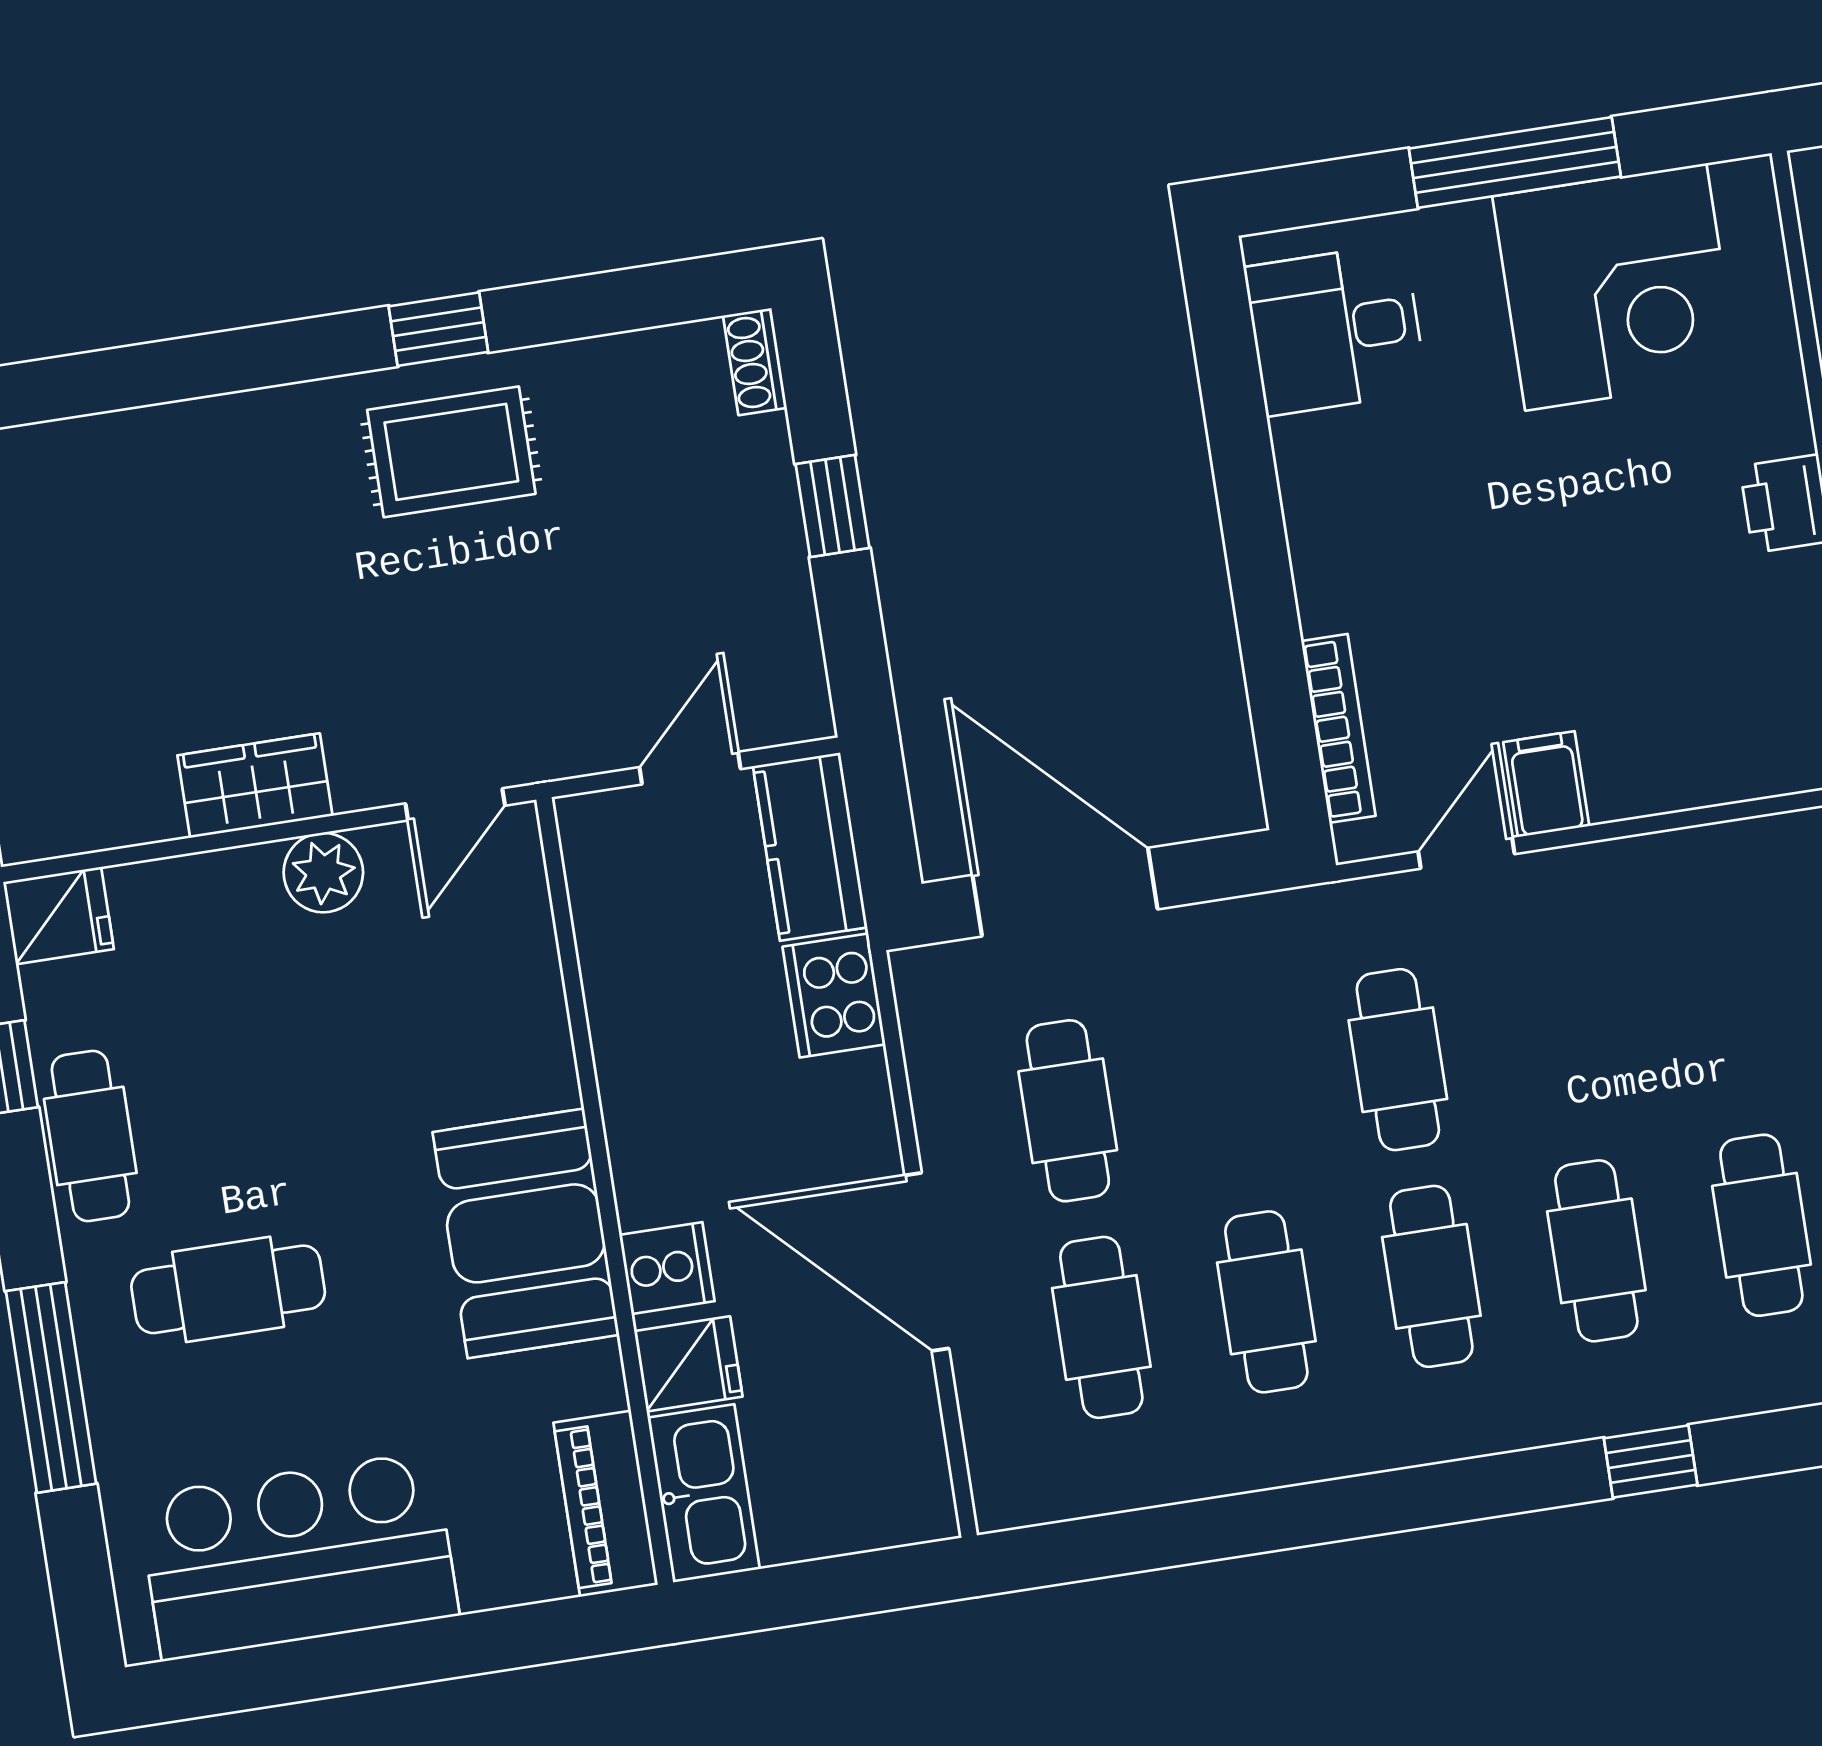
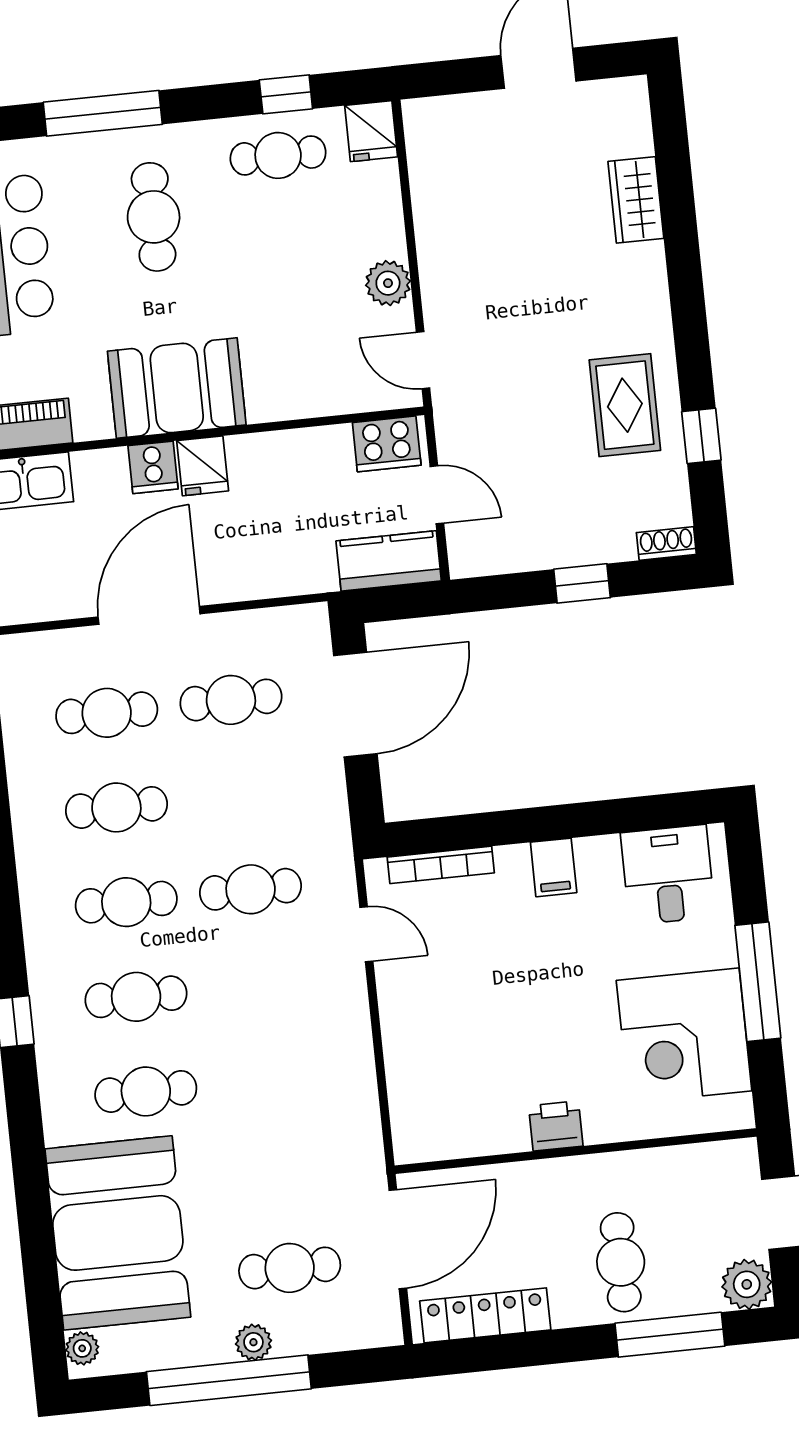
window: (438, 329) -> (701, 436), moved
rug: (451, 452) -> (625, 405), moved
filing cabinet: (1546, 784) -> (554, 867), moved, turned 90
wardrobe: (255, 786) -> (636, 200), moved, turned 180
cooker: (834, 996) -> (387, 444), moved, turned 180
cafe table: (90, 1136) -> (278, 155), moved
fridge: (688, 1364) -> (203, 466), moved

